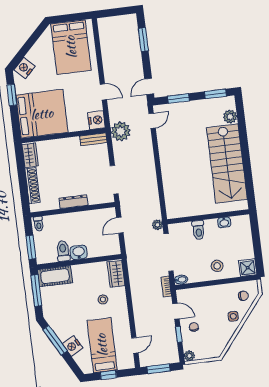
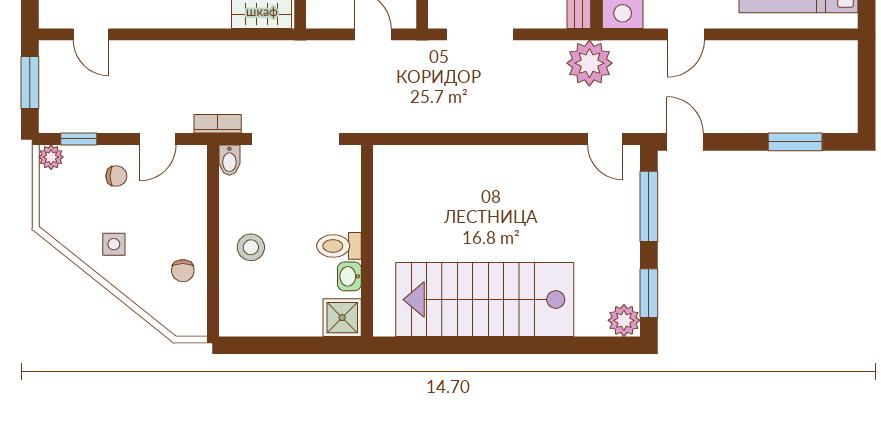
window: (179, 98) -> (649, 206), width x1.44
plant: (230, 117) -> (624, 320), moved
plant: (157, 225) -> (363, 121), removed
toilet: (199, 230) -> (339, 246), moved
shower: (248, 268) -> (342, 318), moved
chair: (243, 296) -> (183, 271), moved
side table: (233, 316) -> (114, 244), moved
window: (179, 334) -> (79, 139), moved

